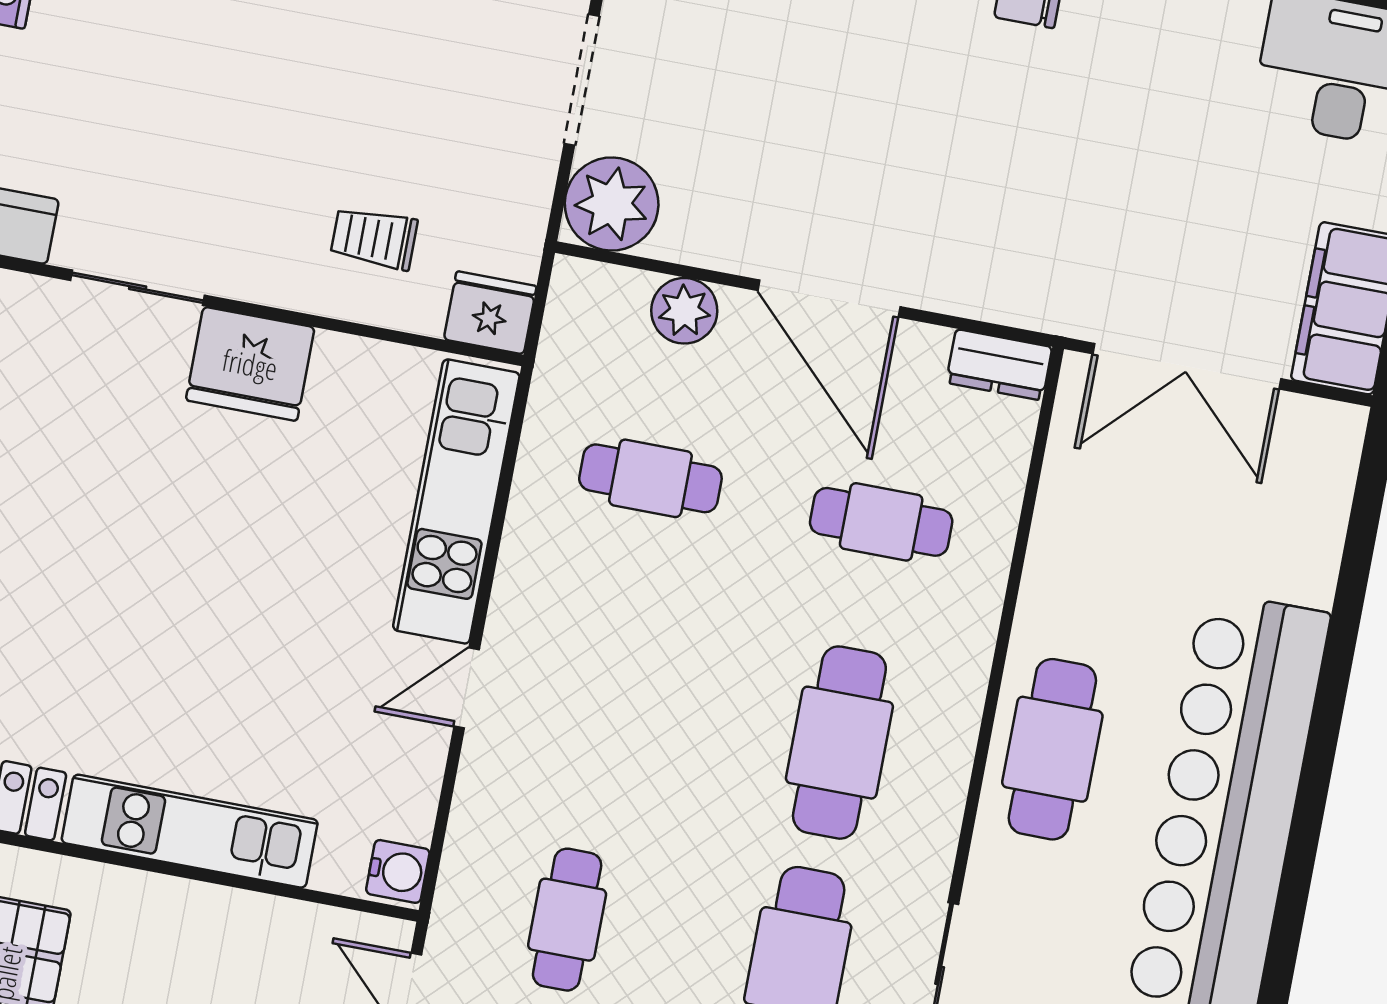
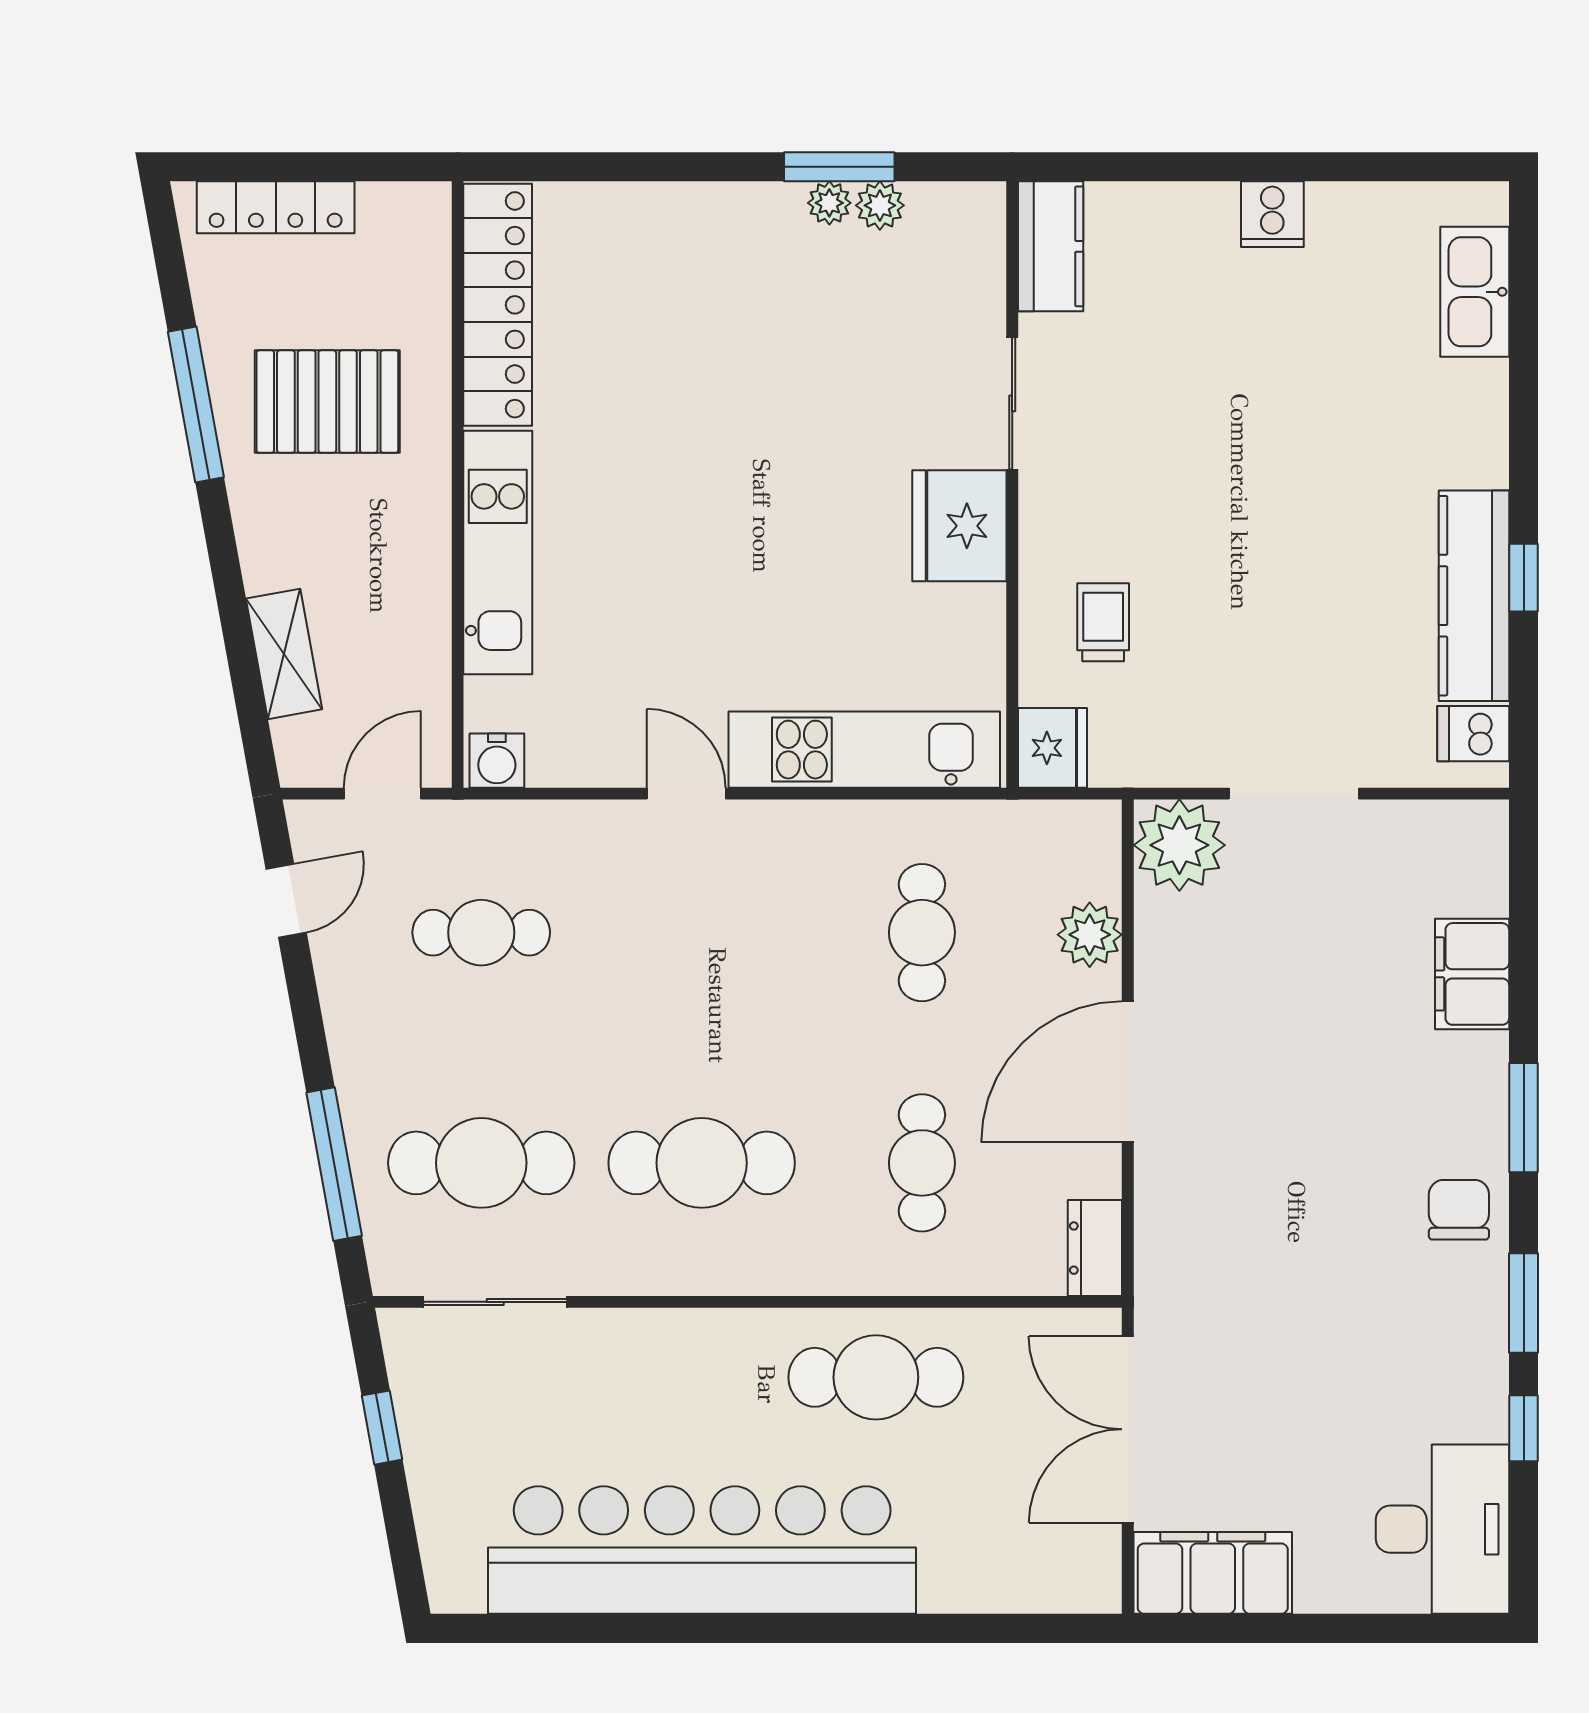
cafe table: (1052, 749) -> (876, 1377), moved

